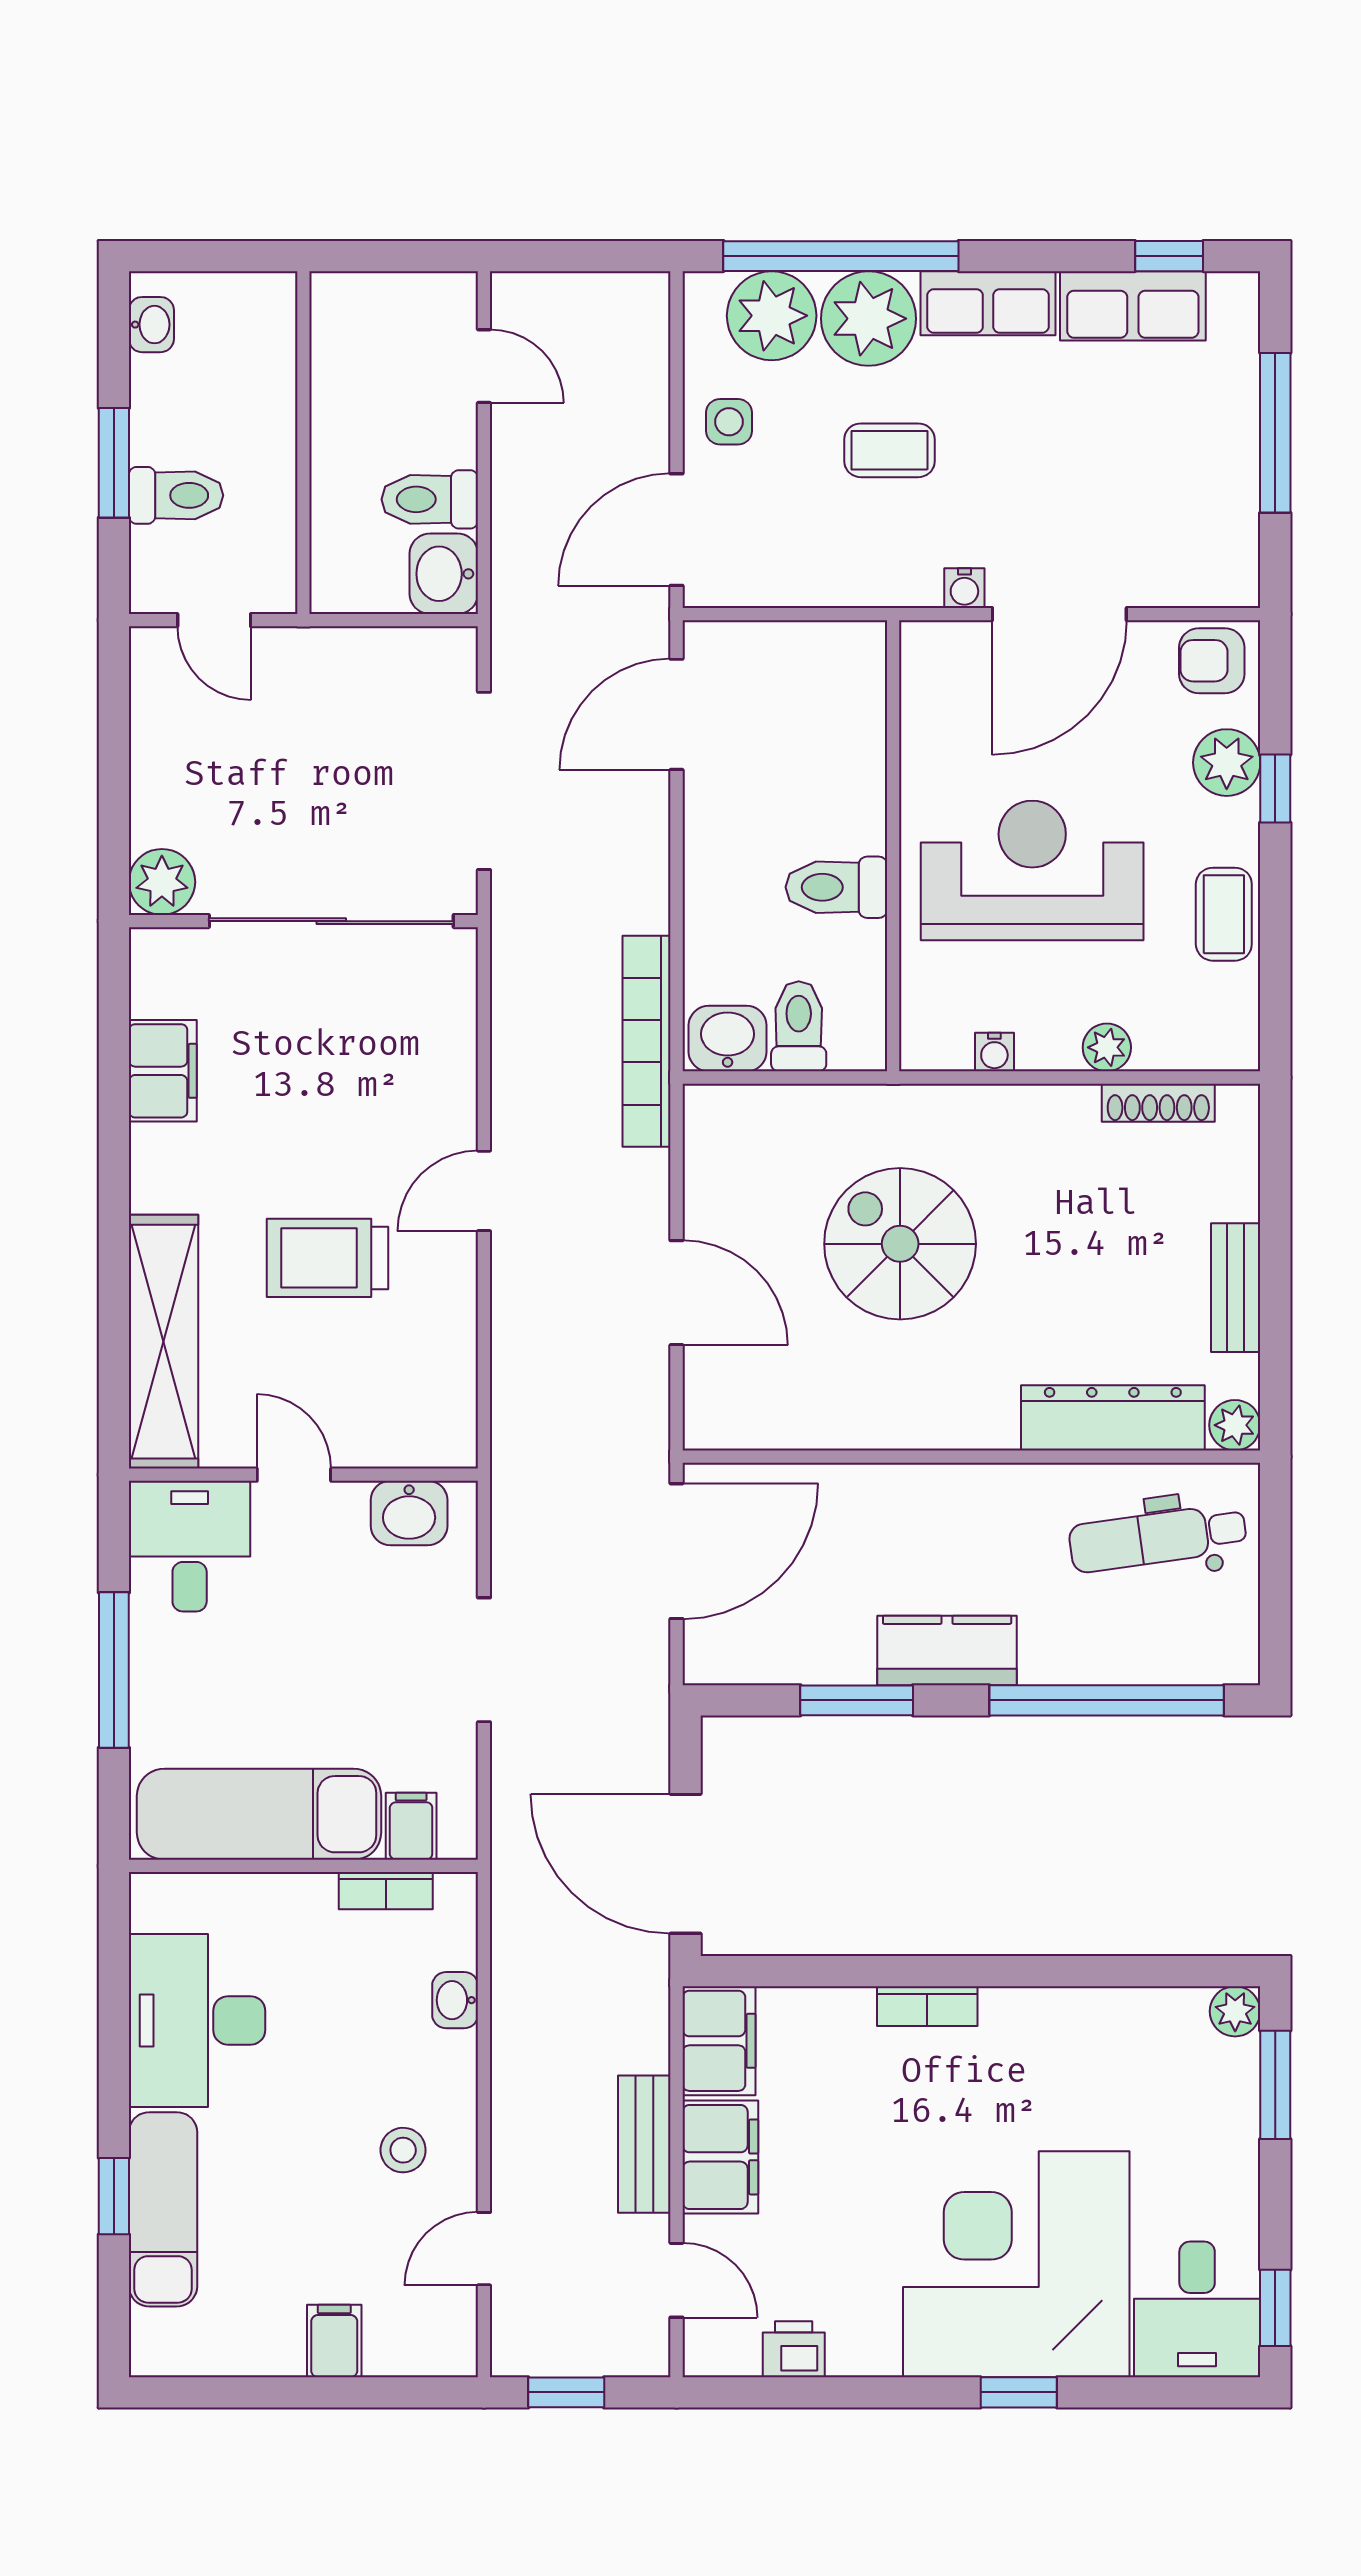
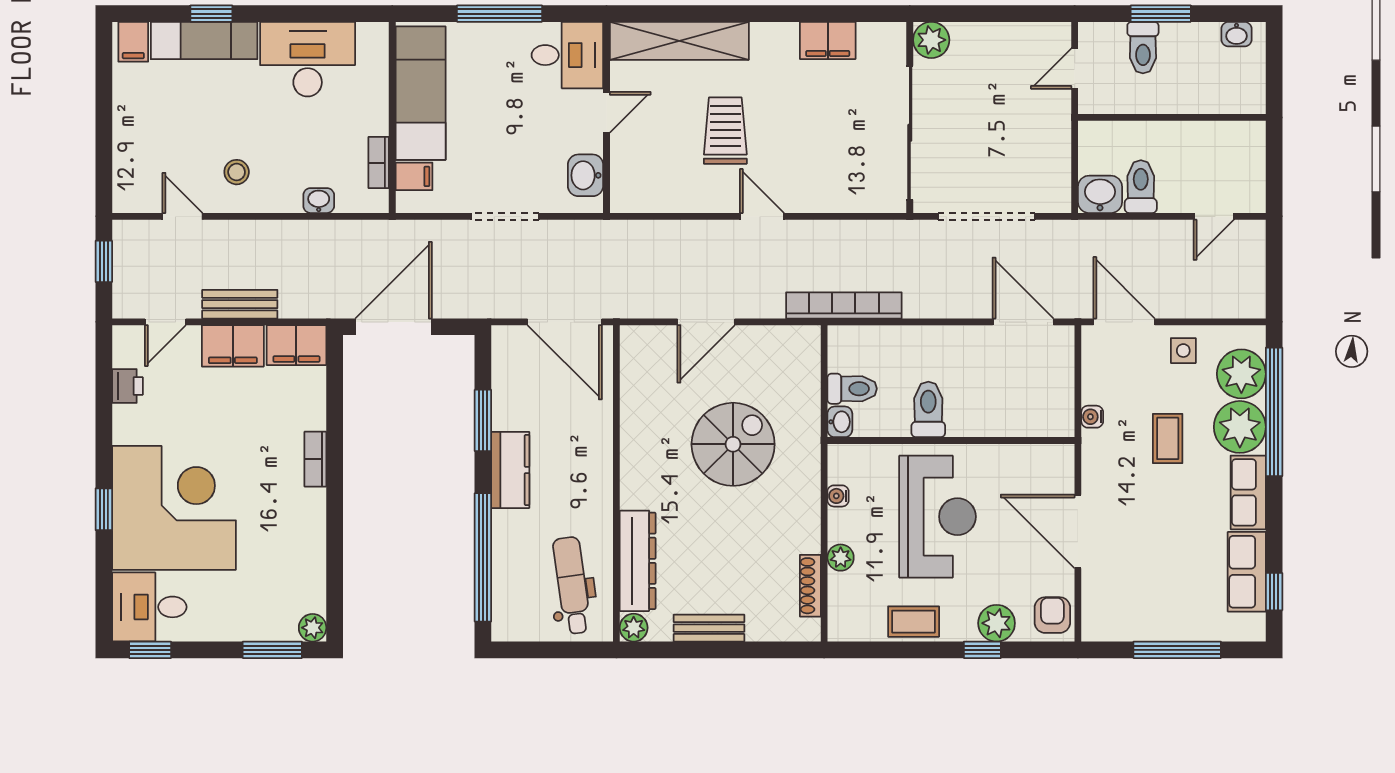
water cooler: (964, 588) -> (1092, 417), moved
washbasin: (728, 1039) -> (840, 422), moved, width x0.72, depth x0.69
filing cabinet: (334, 2341) -> (133, 42), moved, turned 90

